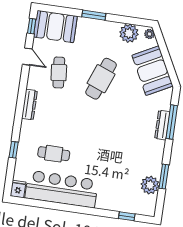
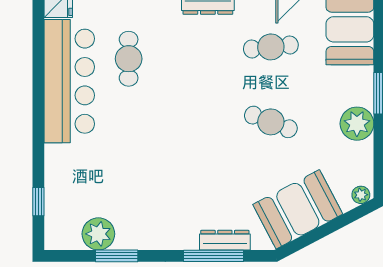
plant: (129, 33) -> (357, 124), moved
cafe table: (101, 79) -> (271, 122), width x0.73, depth x0.74
dresser: (162, 125) -> (225, 240), moved

